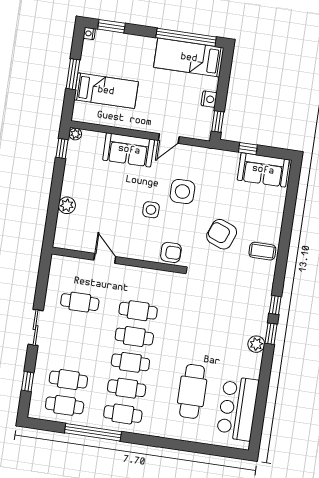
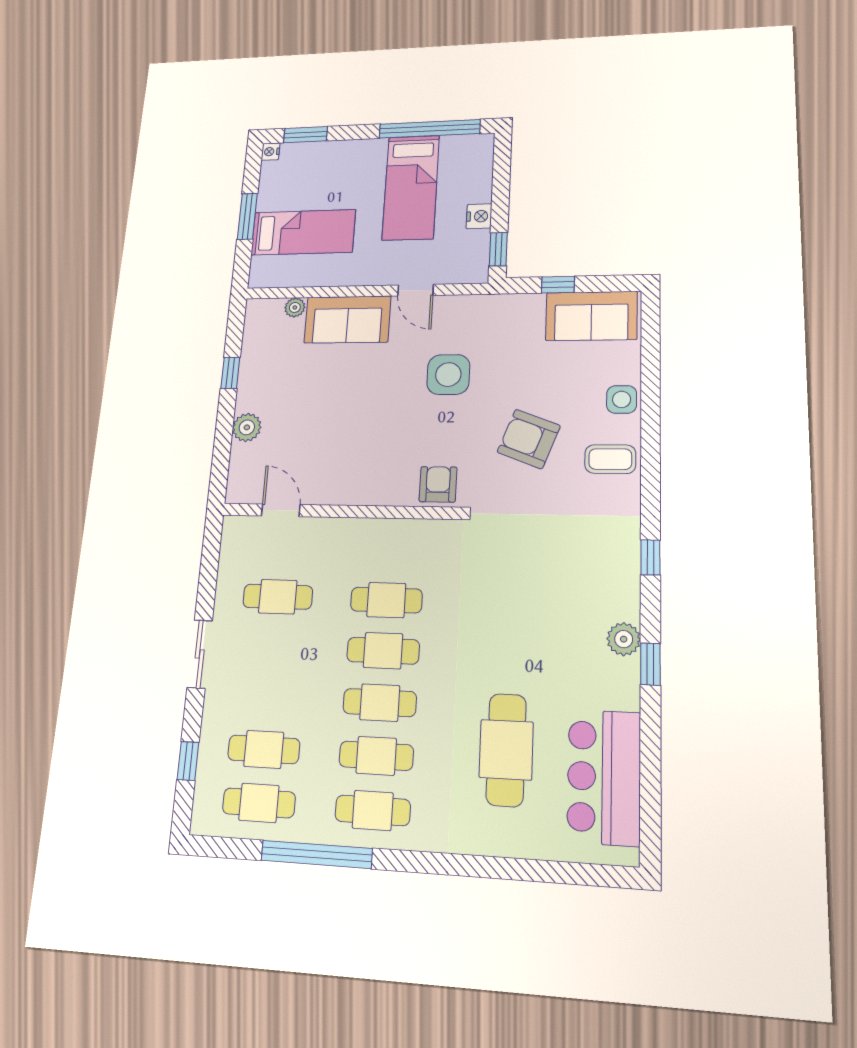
bed: (189, 58) -> (411, 187), moved, turned -90
plant: (75, 134) -> (295, 307), moved
door: (169, 138) -> (416, 290), hinge flipped
window: (62, 149) -> (230, 373), moved
side table: (151, 210) -> (622, 399), moved
armchair: (171, 252) -> (438, 484), turned -90
door: (105, 258) -> (281, 510), moved
window: (271, 334) -> (650, 664), moved

